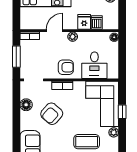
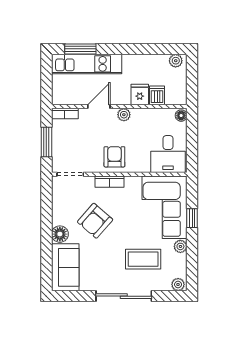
desk: (94, 65) -> (168, 154), moved
armchair: (66, 67) -> (114, 157), turned -90
floor lamp: (26, 105) -> (60, 234), moved

